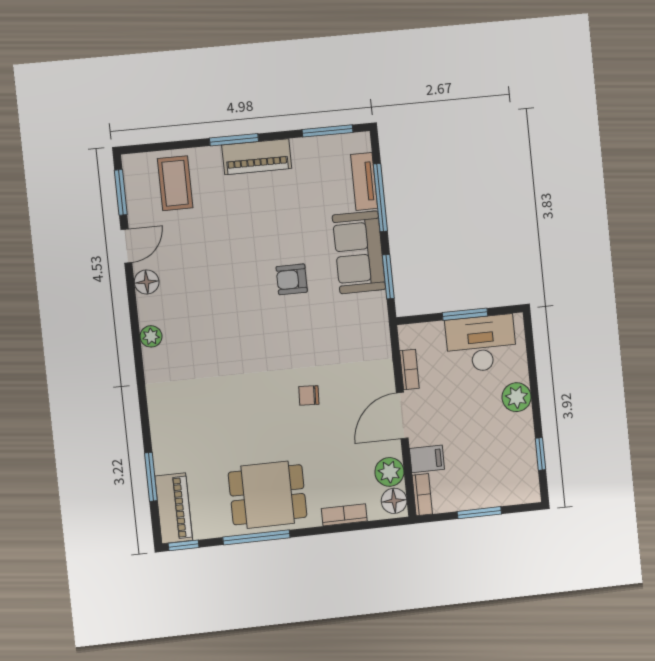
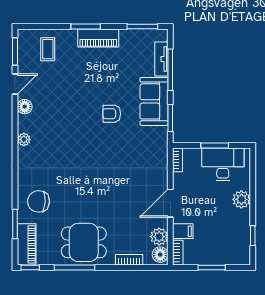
coffee table: (175, 183) -> (48, 49), width x0.73, depth x0.77
bookcase: (409, 369) -> (178, 160), moved
chair: (309, 395) -> (39, 201), moved, width x1.87, depth x1.87

